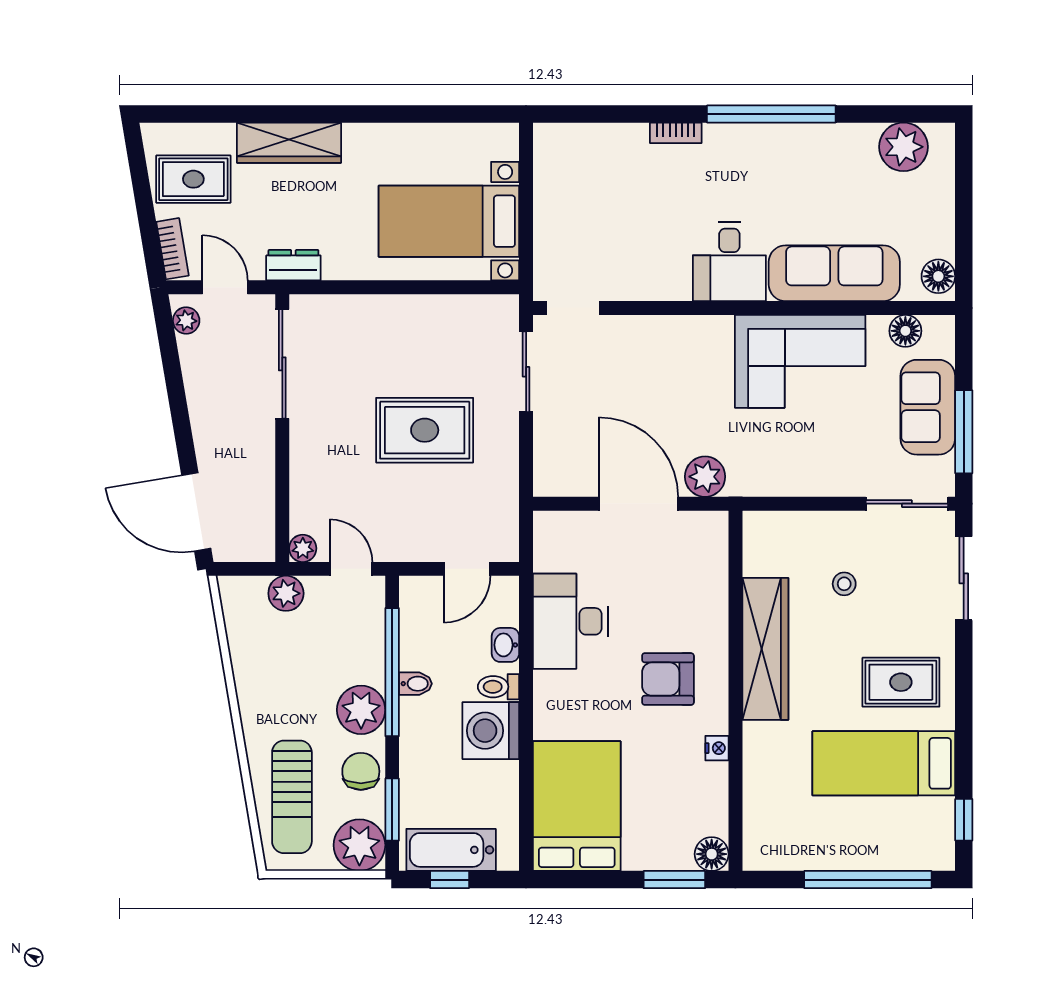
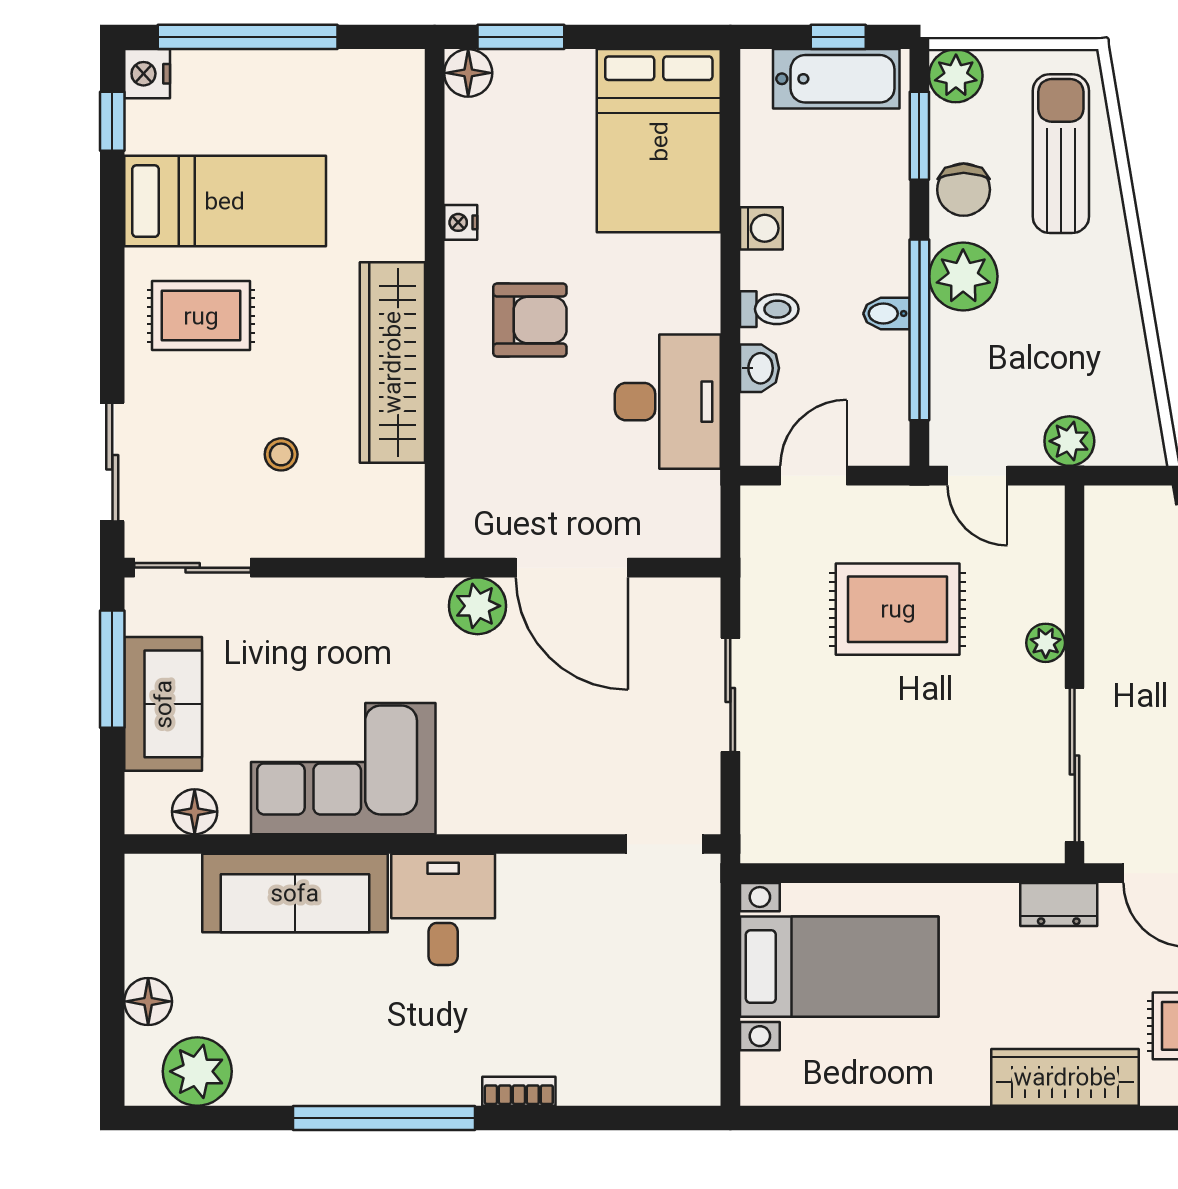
floor lamp: (938, 276) -> (148, 1001), moved
sliding door: (526, 372) -> (730, 695), moved
rug: (425, 430) -> (898, 609), moved
plant: (303, 548) -> (1046, 643), moved
washing machine: (491, 731) -> (761, 228), width x0.53, depth x0.53
plant: (359, 845) -> (956, 76), width x0.73, depth x0.73
nightstand: (939, 853) -> (147, 74), added

